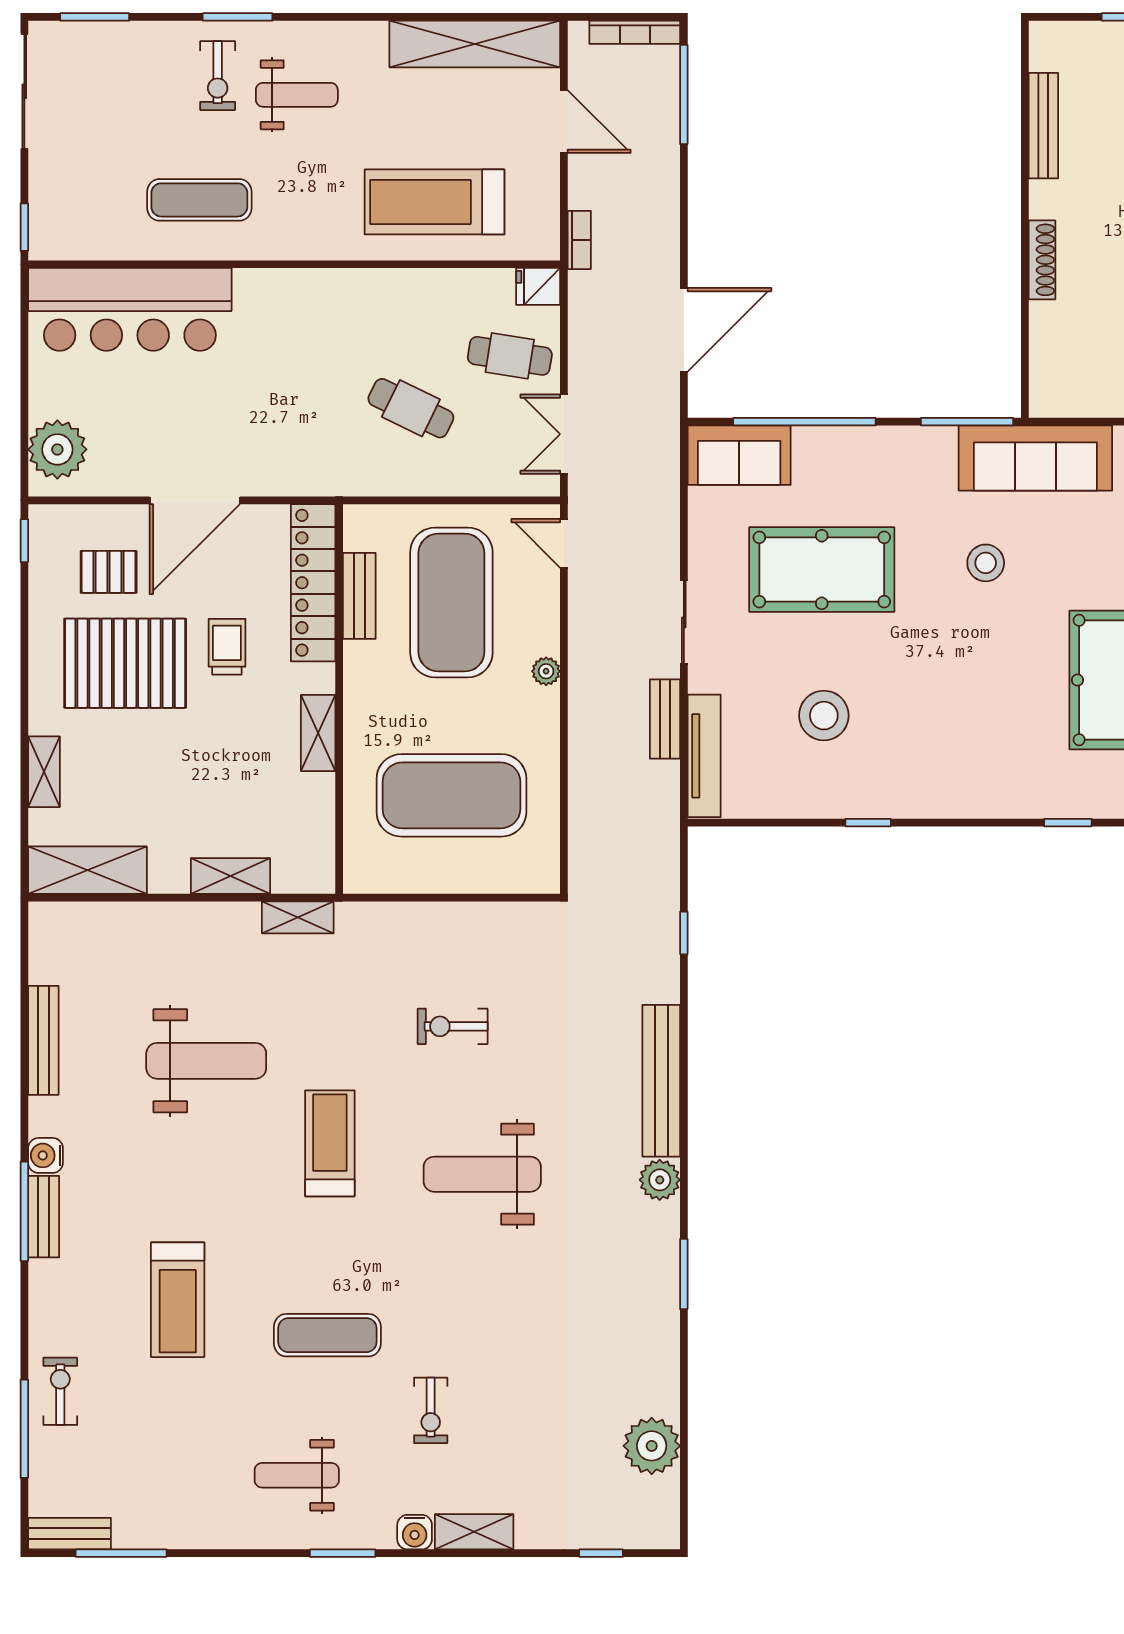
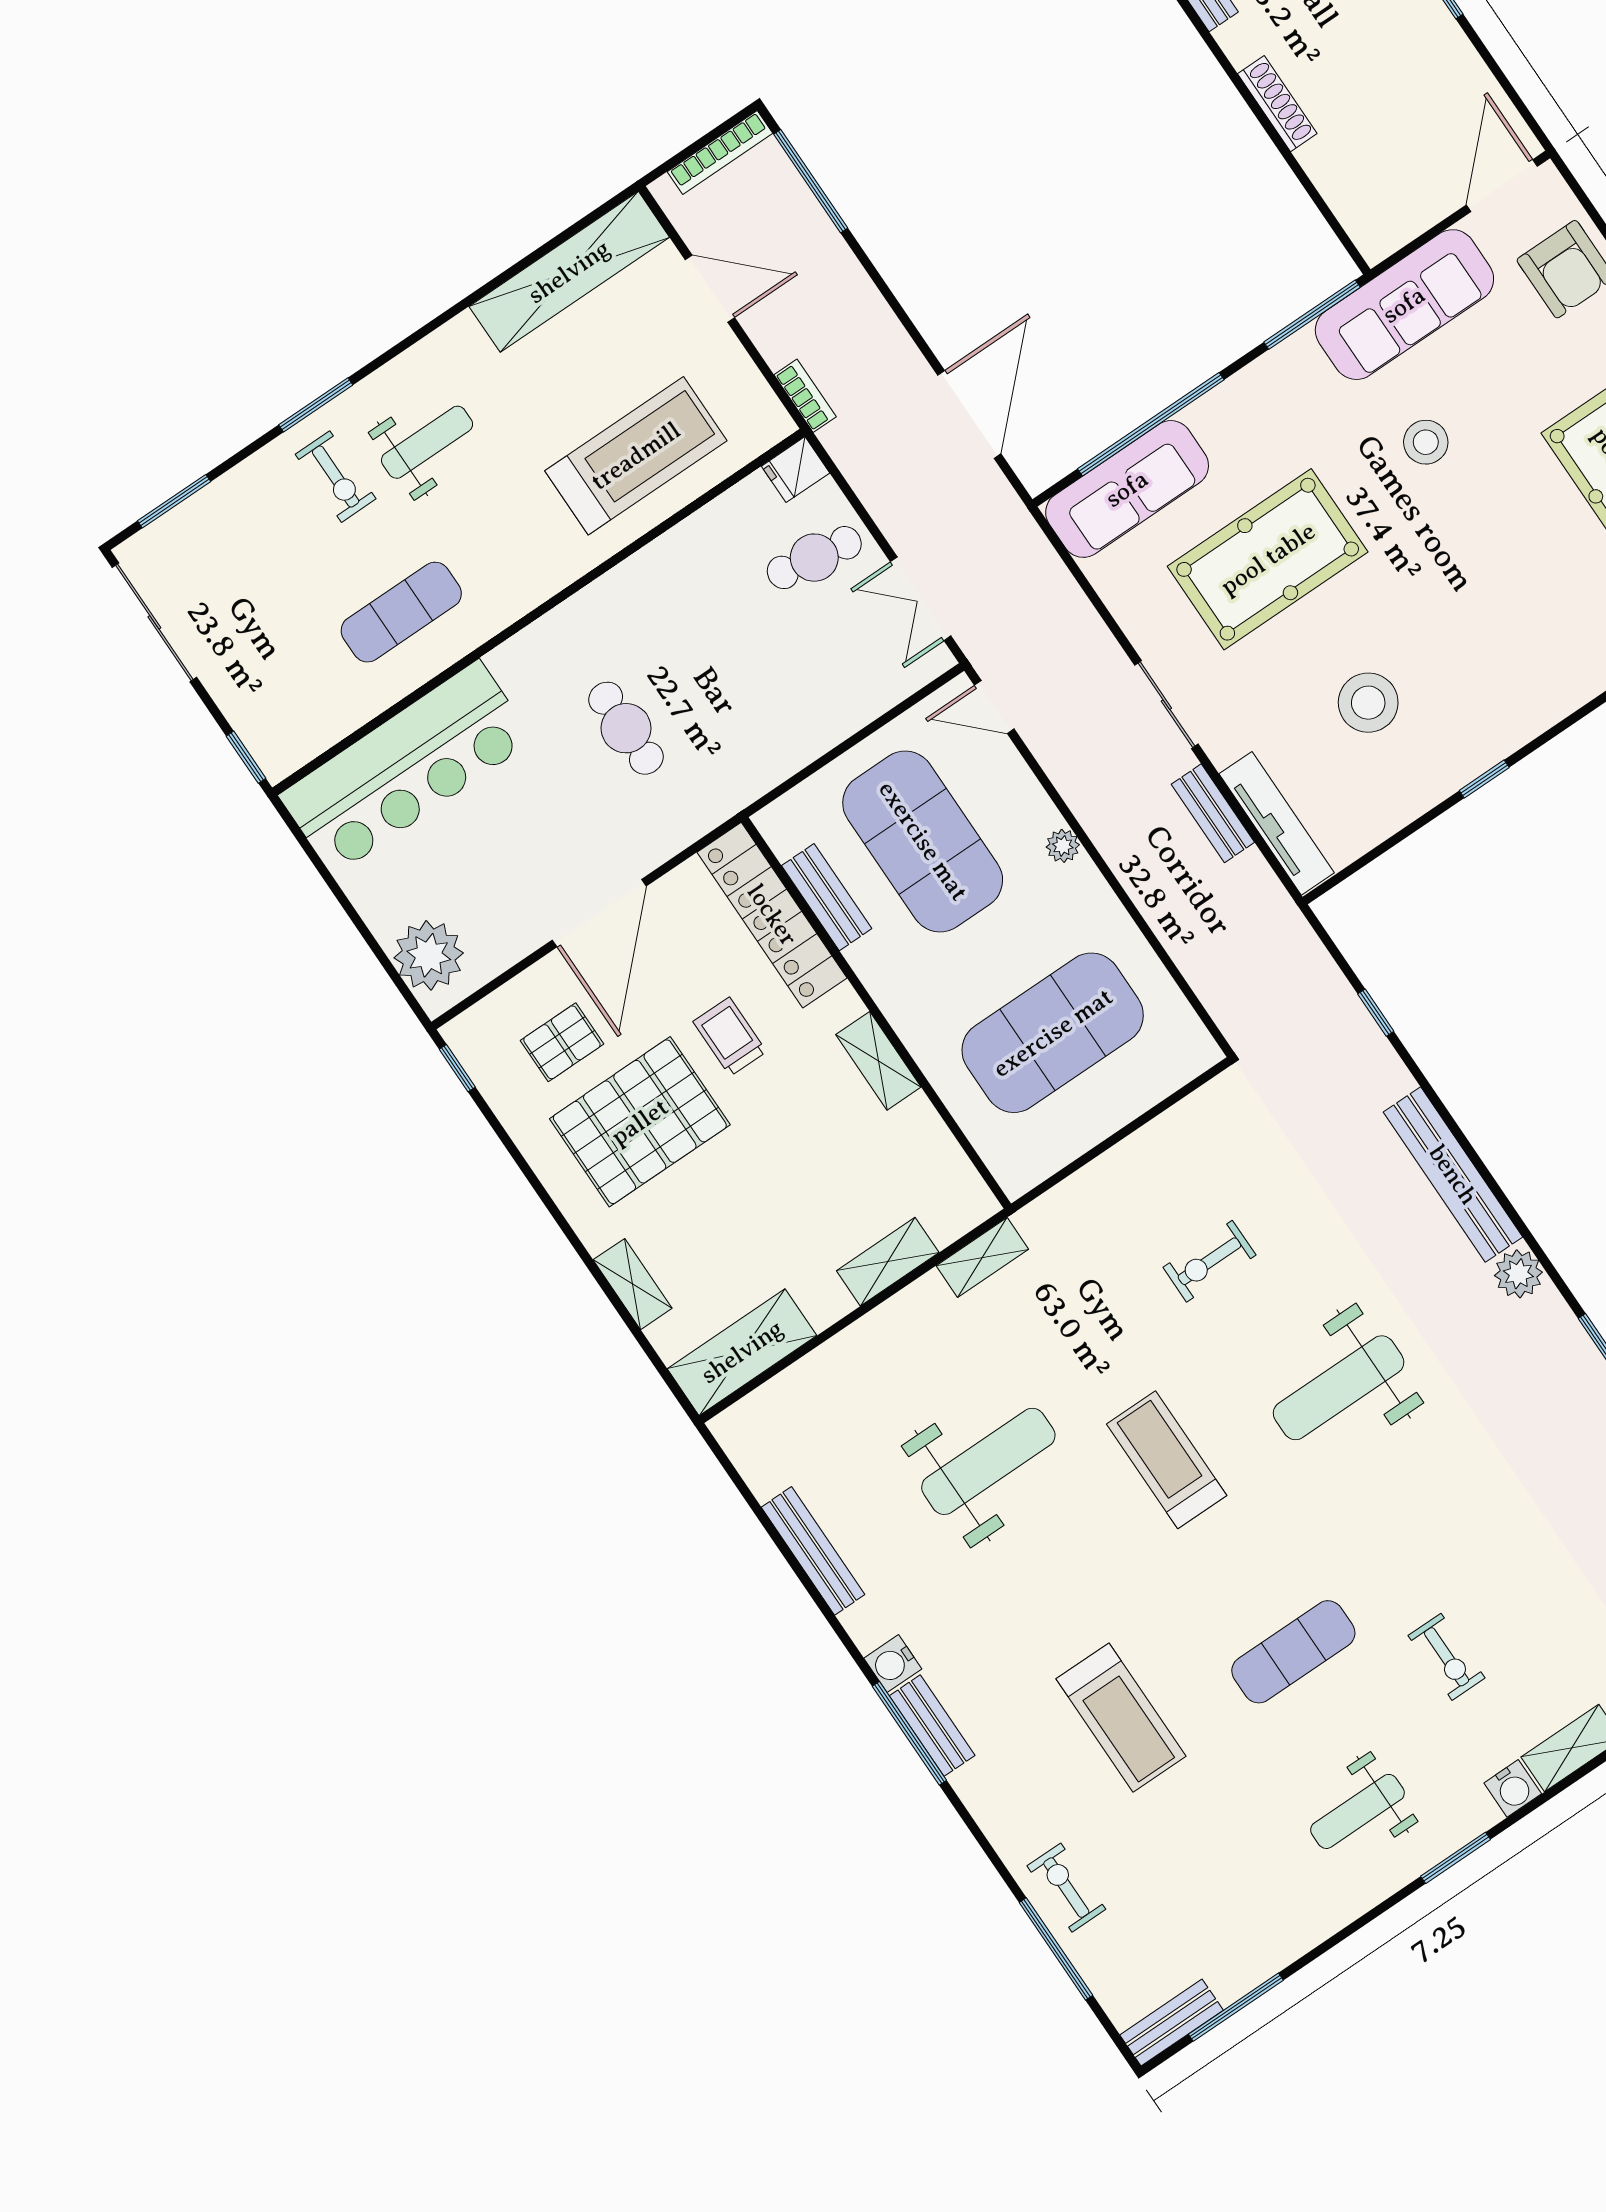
treadmill: (434, 202) -> (636, 456), turned 180
cafe table: (411, 408) -> (626, 728), moved, turned 64
sofa: (739, 455) -> (1127, 489), width x1.36

